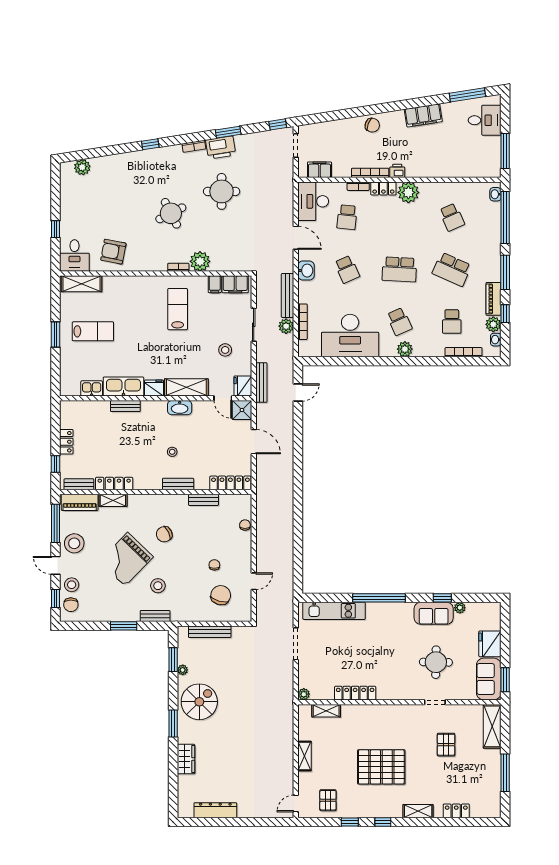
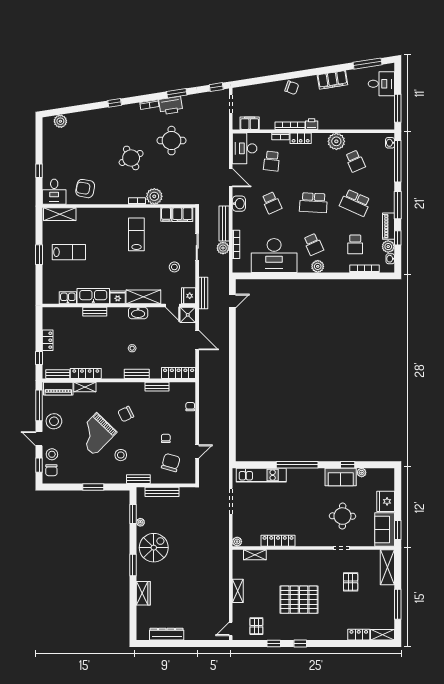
plant: (408, 192) -> (336, 141), moved
bench: (155, 616) -> (138, 479), moved
shelving: (418, 811) -> (382, 635), moved

